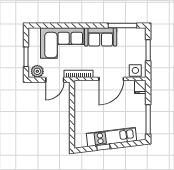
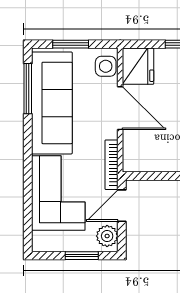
sofa: (101, 37) -> (52, 103), width x1.85, depth x1.27
door: (55, 80) -> (122, 206), swing flipped
fridge: (140, 87) -> (138, 66), width x1.88, depth x1.34

